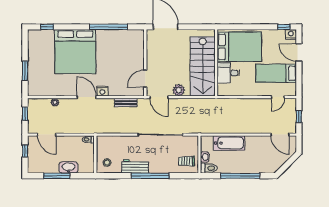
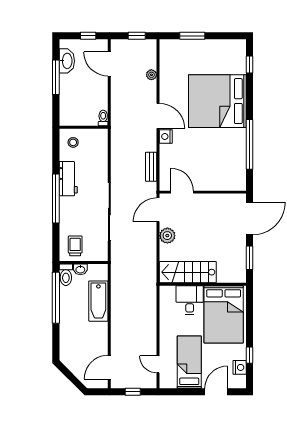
window: (196, 27) -> (249, 258), added
window: (284, 27) -> (249, 355), moved
nightstand: (291, 34) -> (240, 367), moved
stairs: (203, 66) -> (188, 272), width x0.73, depth x0.66
door: (87, 97) -> (158, 116), hinge flipped
door: (47, 135) -> (109, 64), hinge flipped
washbasin: (68, 167) -> (67, 61), moved
window: (240, 176) -> (56, 298), moved

